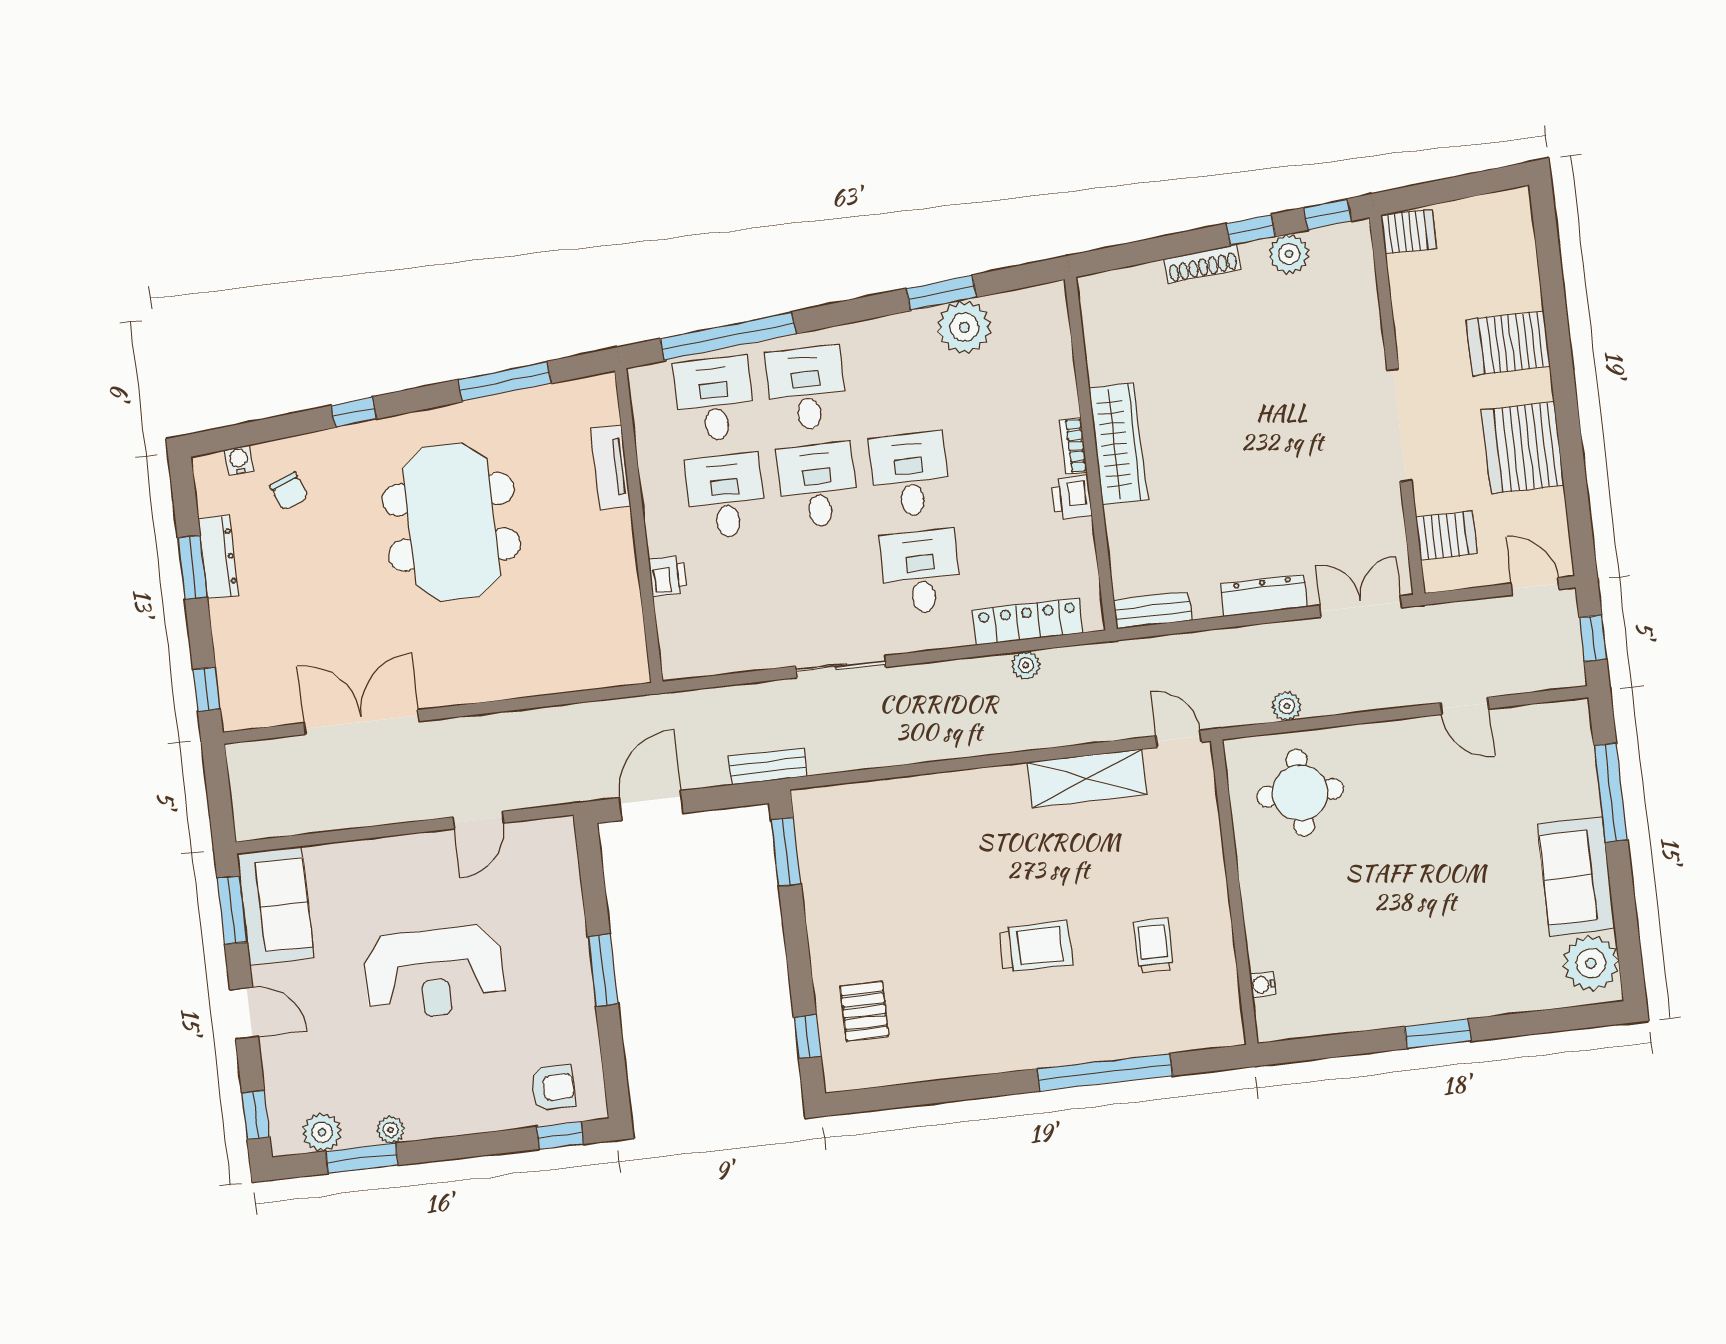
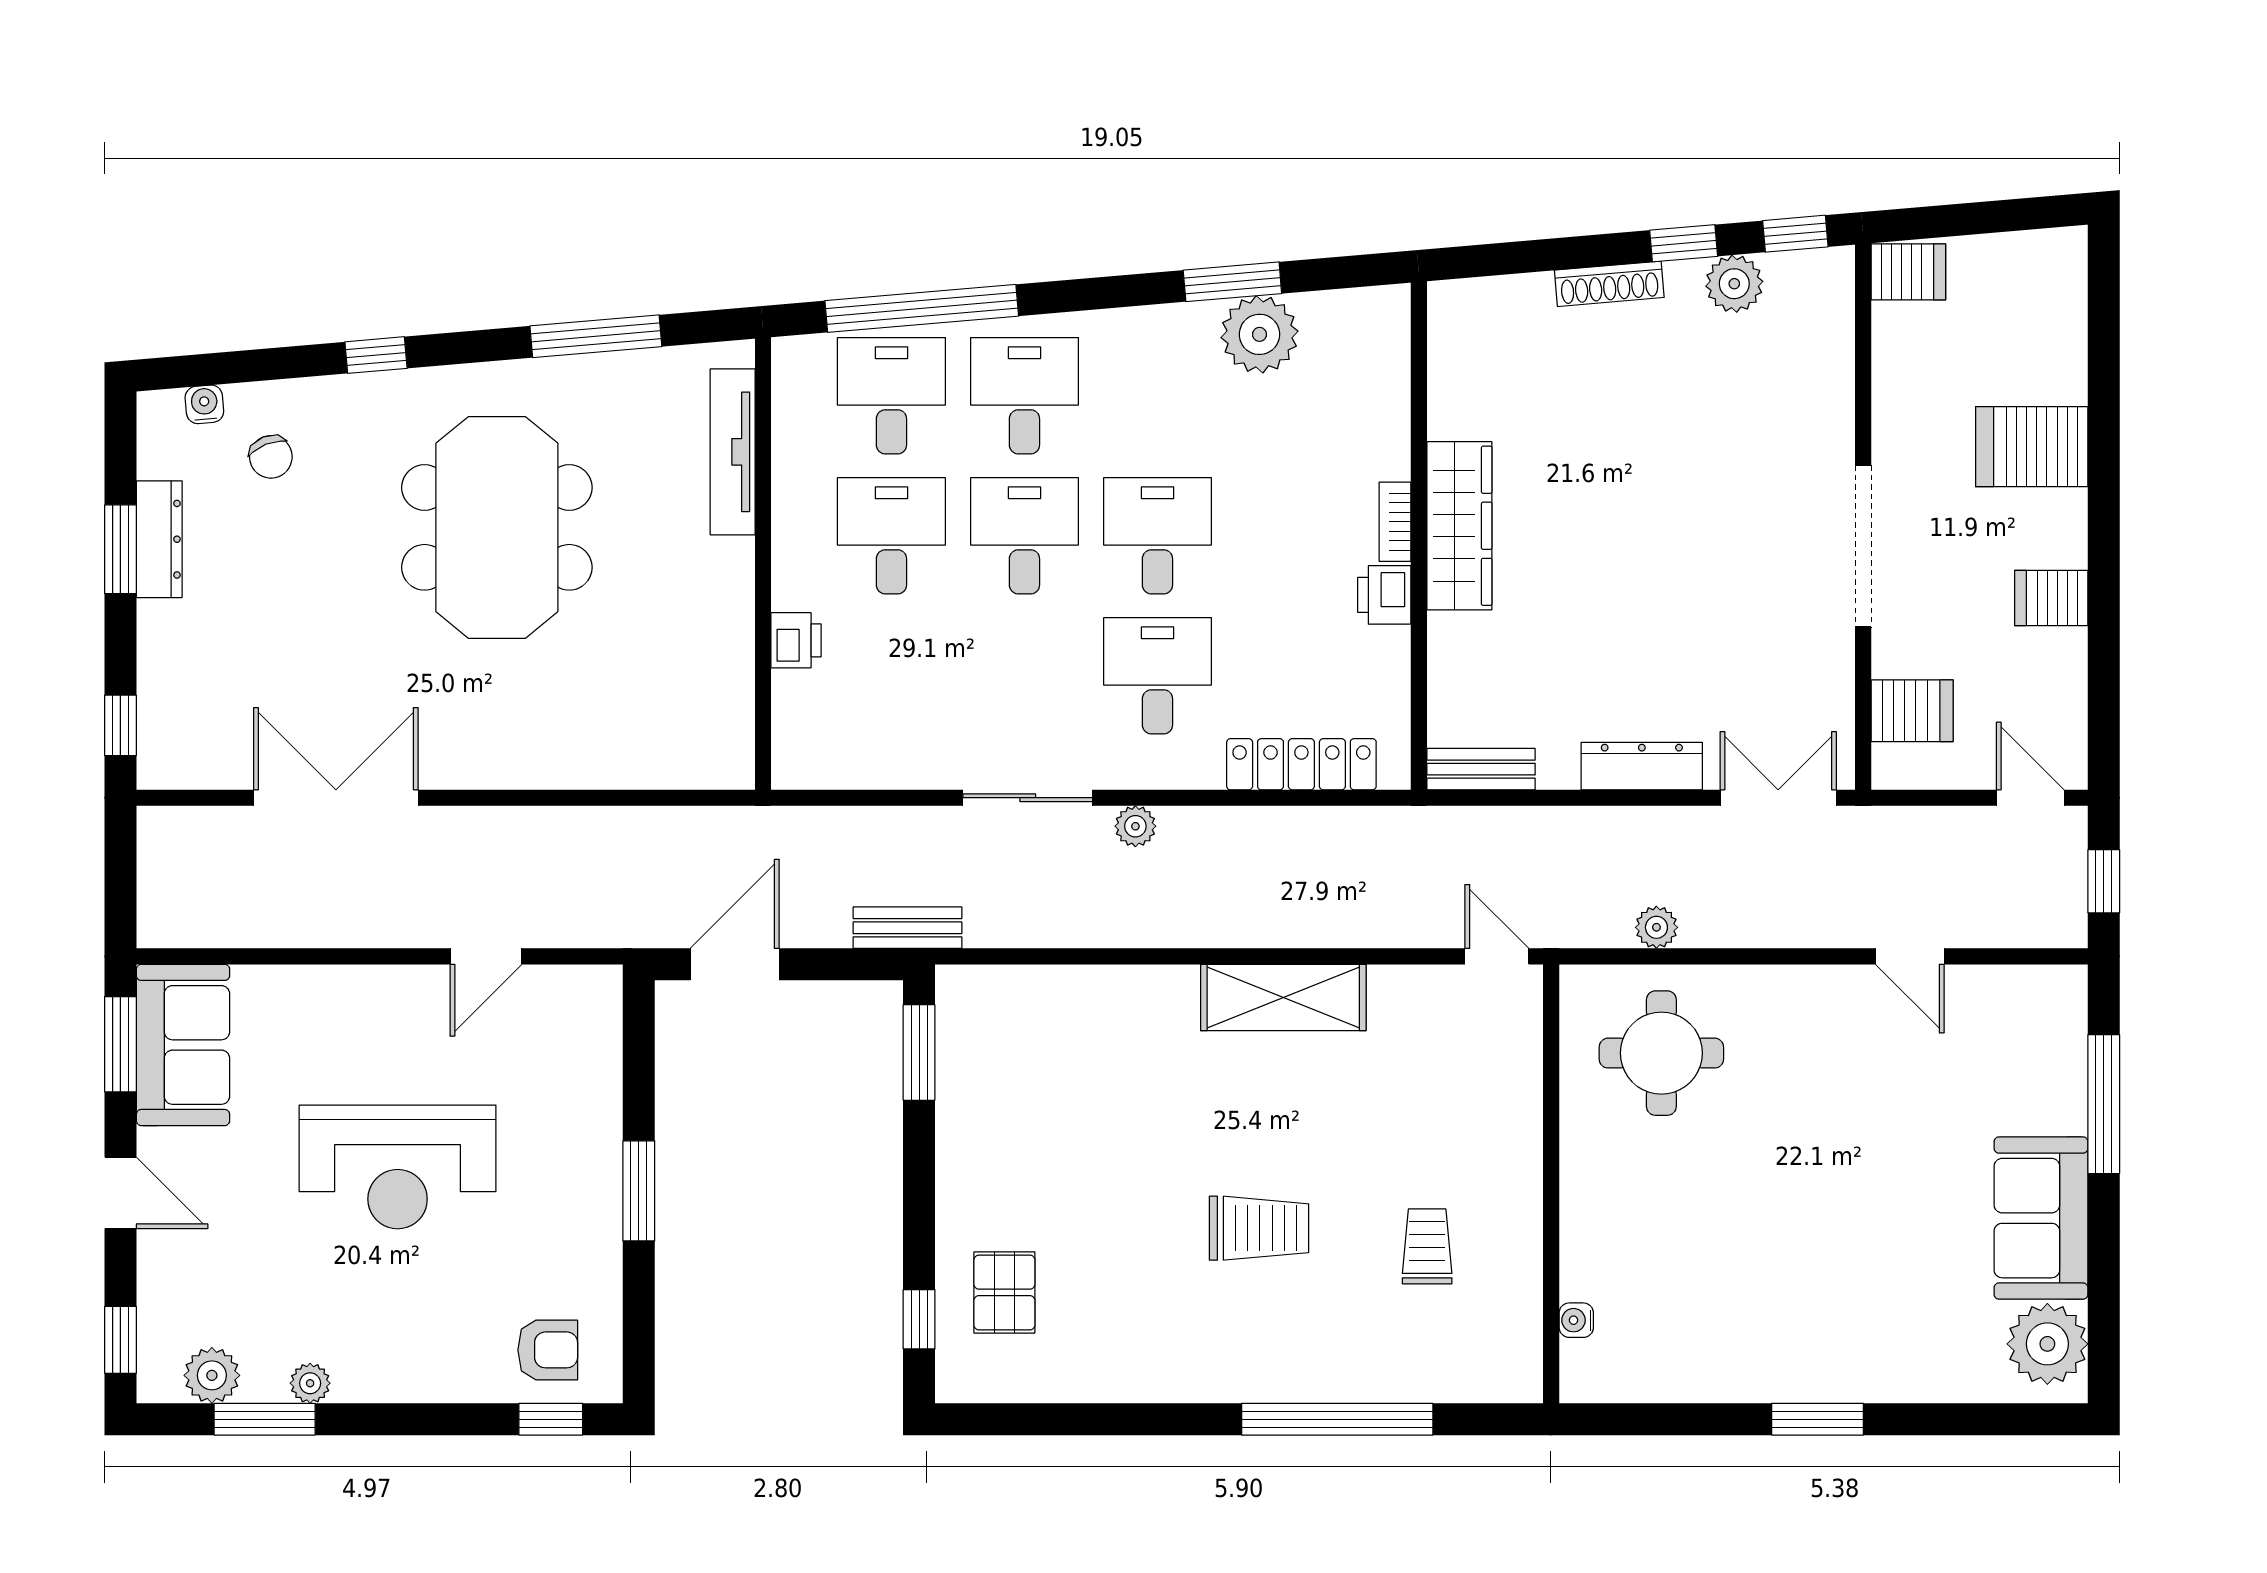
server rack: (1523, 448) -> (2051, 598), width x0.46, depth x0.70
tv unit: (611, 467) -> (733, 452), width x1.41
plant: (1026, 665) -> (1135, 826), moved
shelving: (1087, 778) -> (1283, 997), moved

